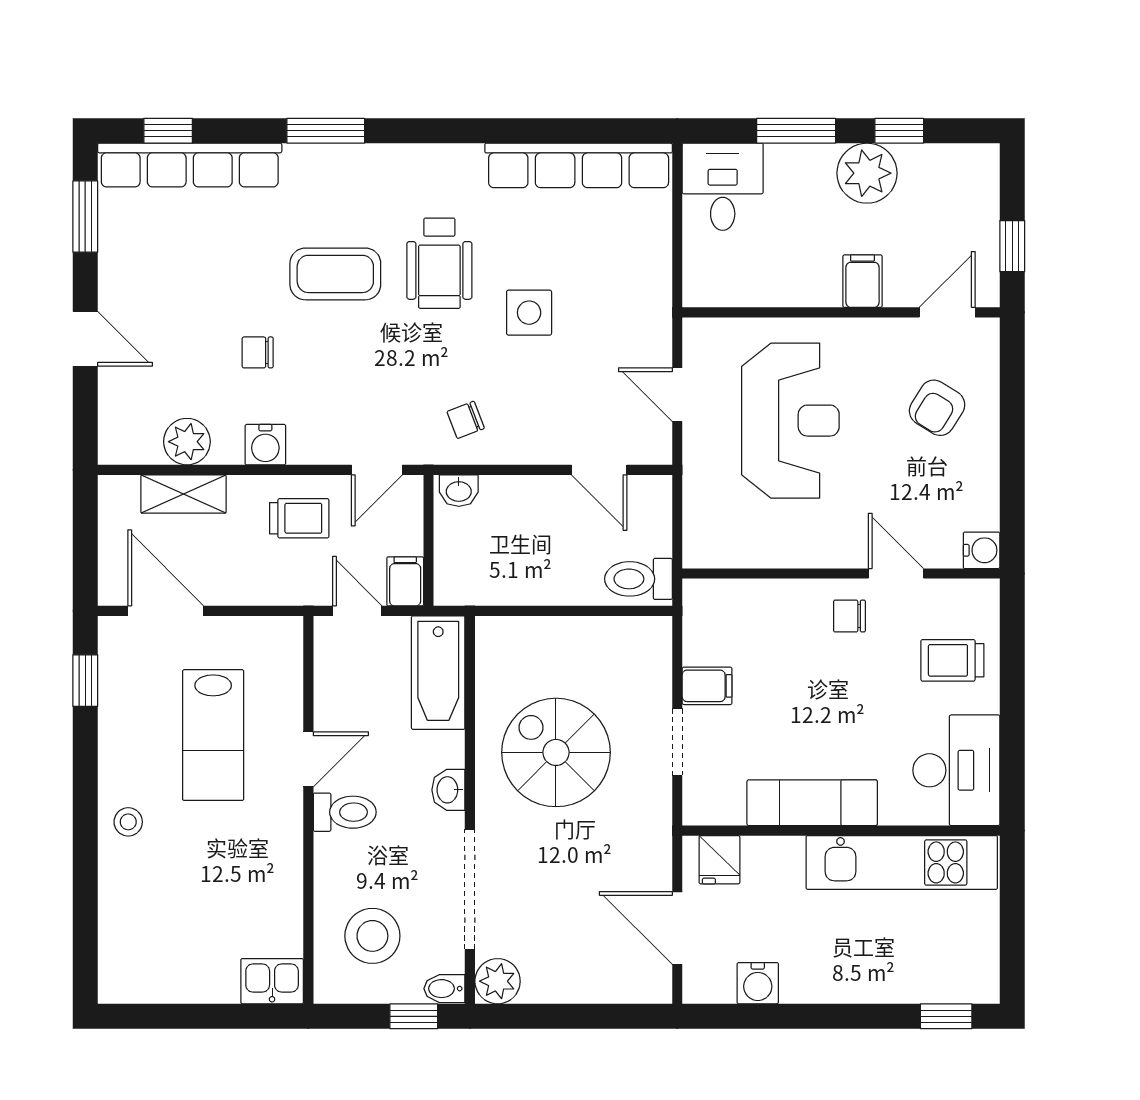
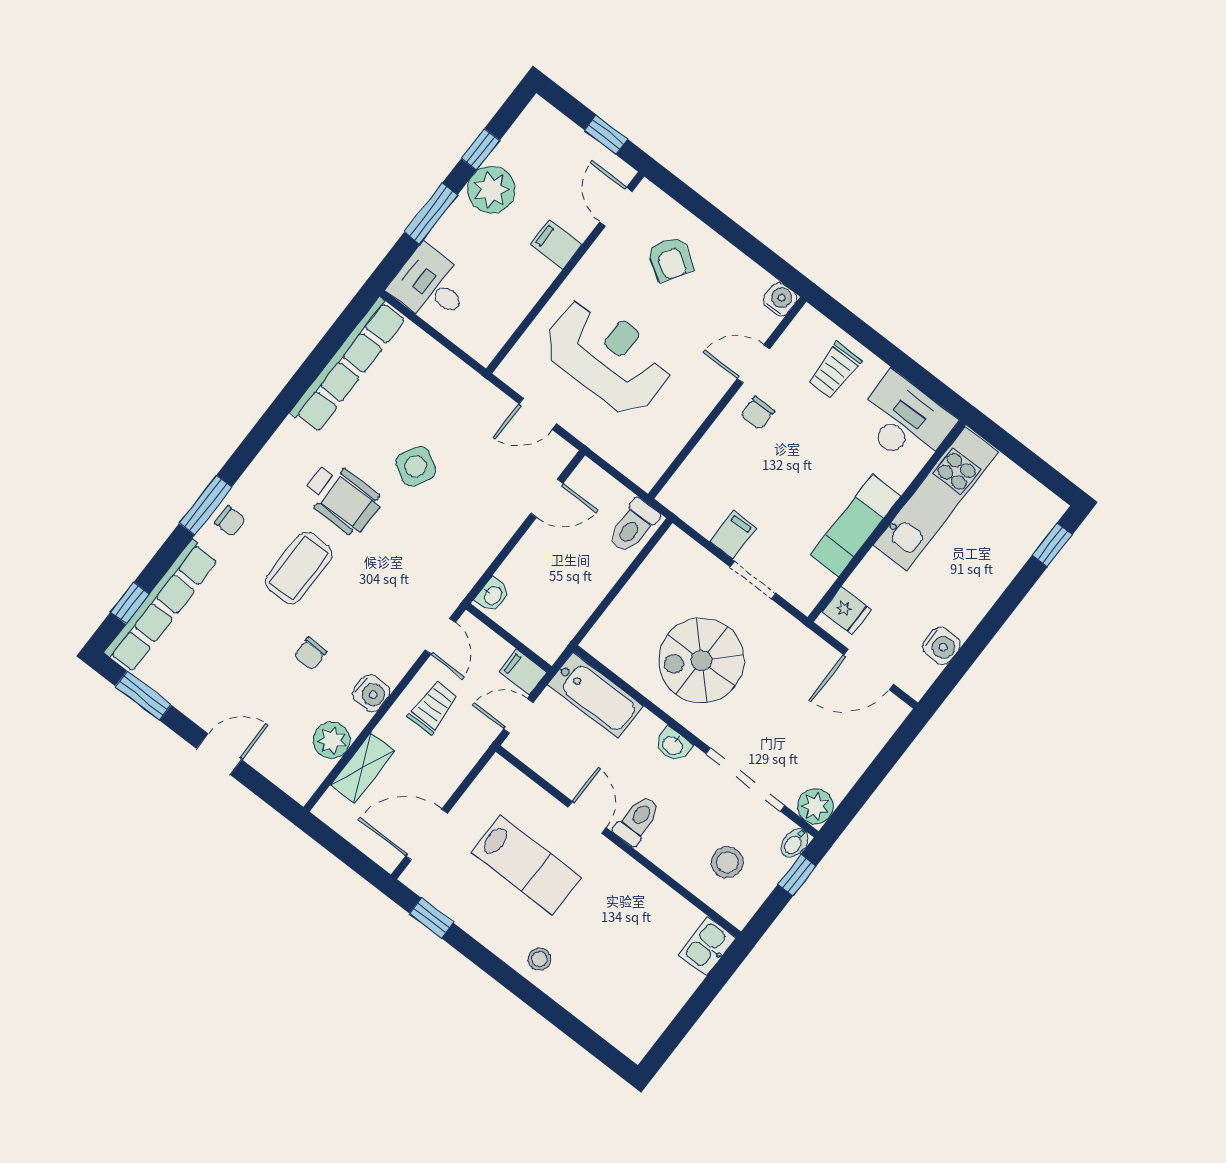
side table: (529, 313) -> (416, 466), turned 31
chair: (466, 420) -> (230, 521), moved, turned -69
stool: (372, 936) -> (727, 862), width x0.73, depth x0.73

